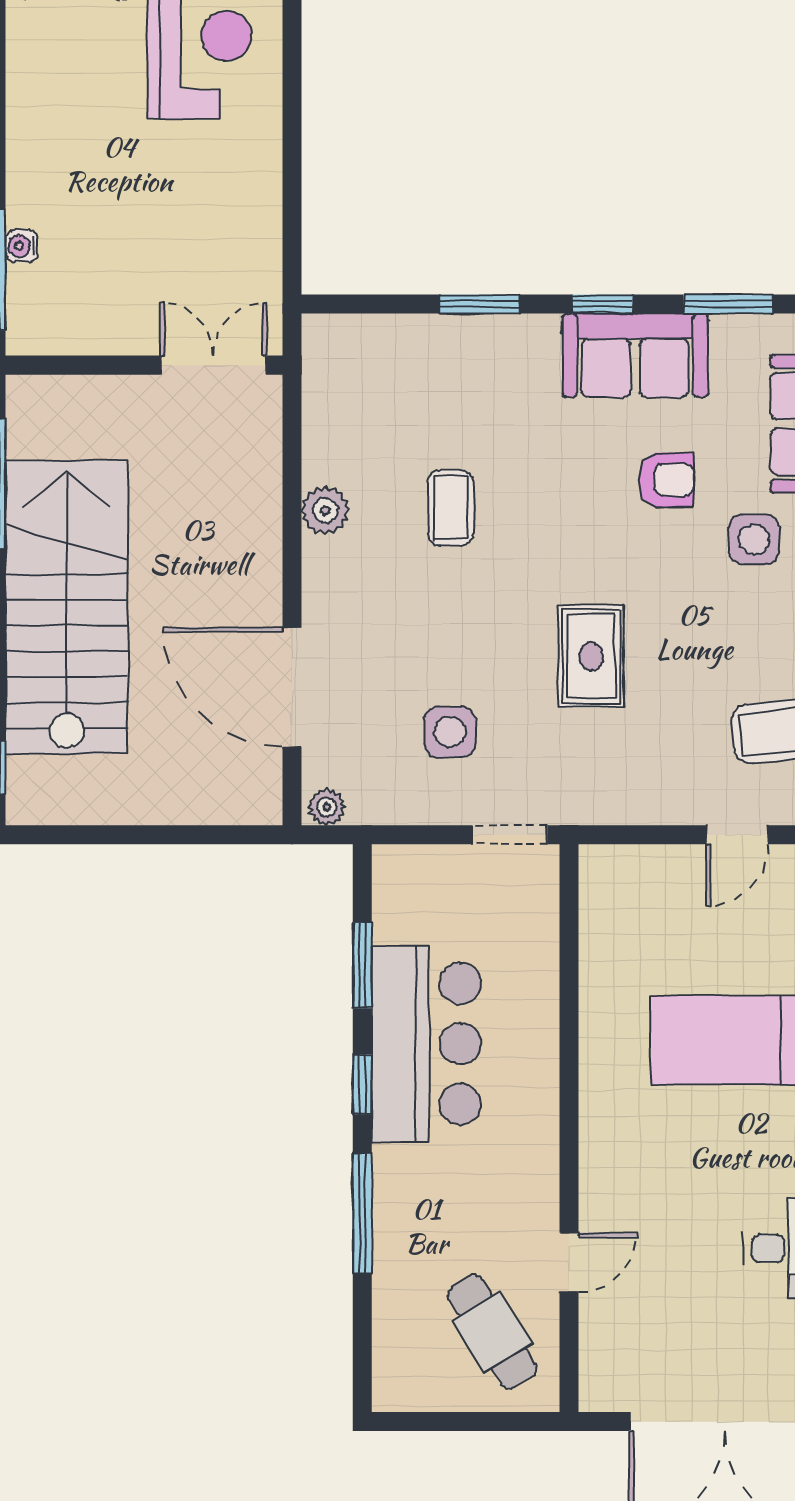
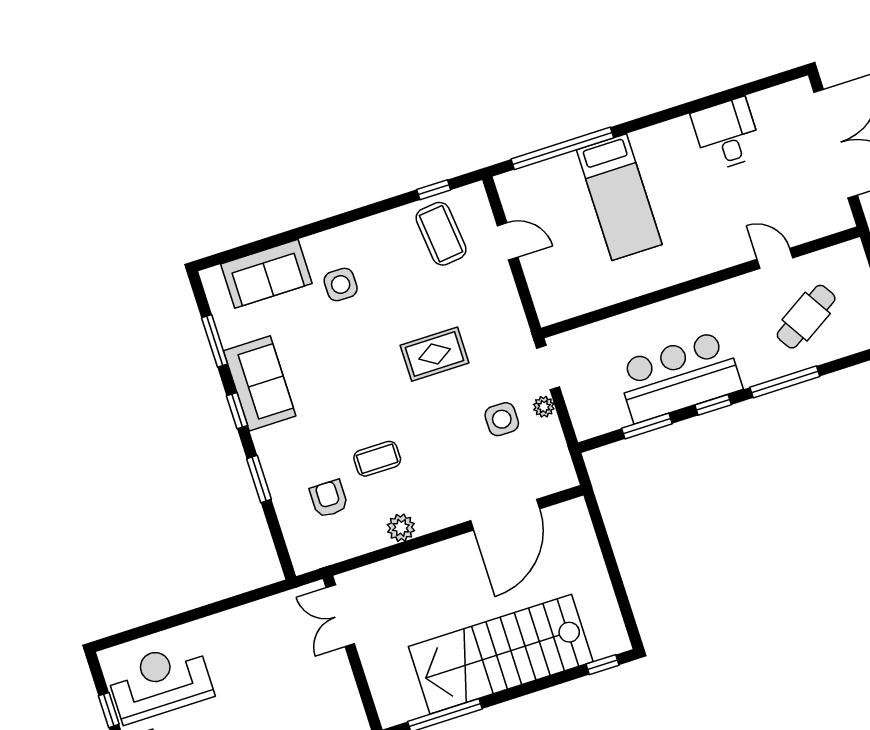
armchair: (666, 480) -> (329, 499), moved
plant: (327, 807) -> (544, 407), moved
cafe table: (492, 1332) -> (806, 317), moved

